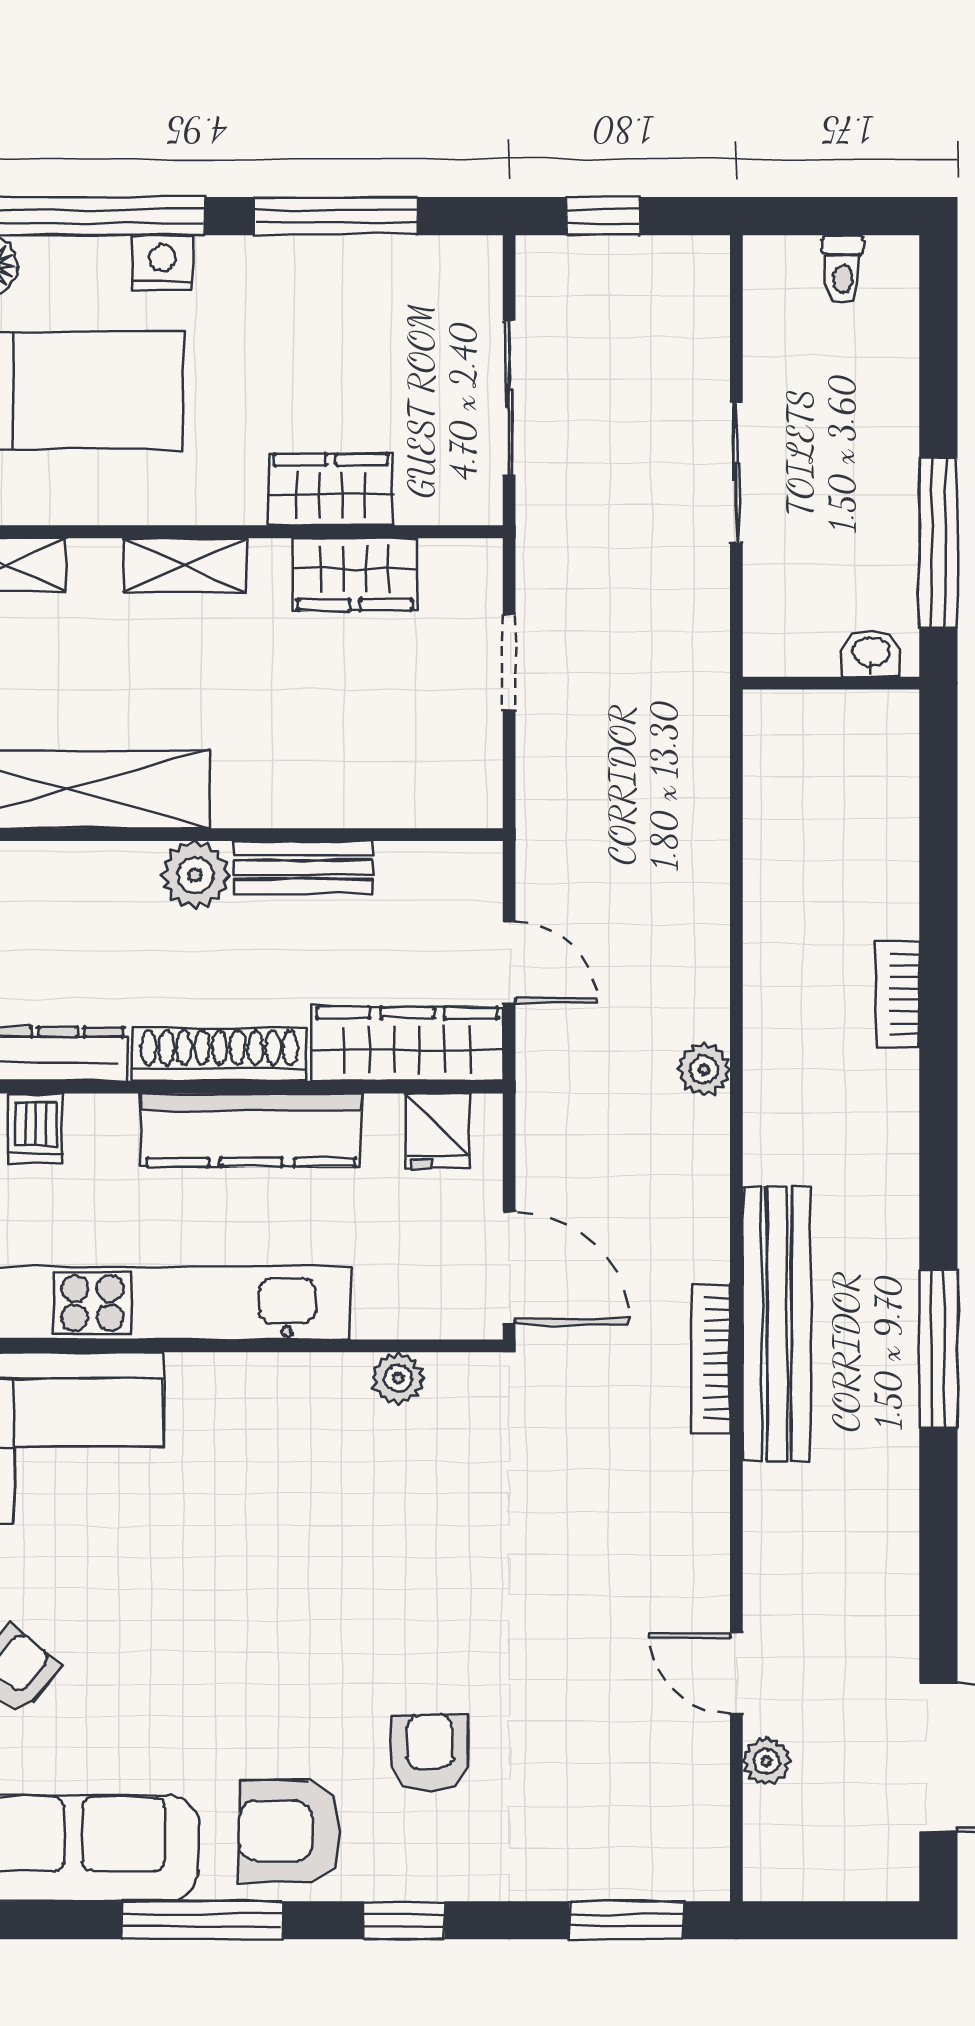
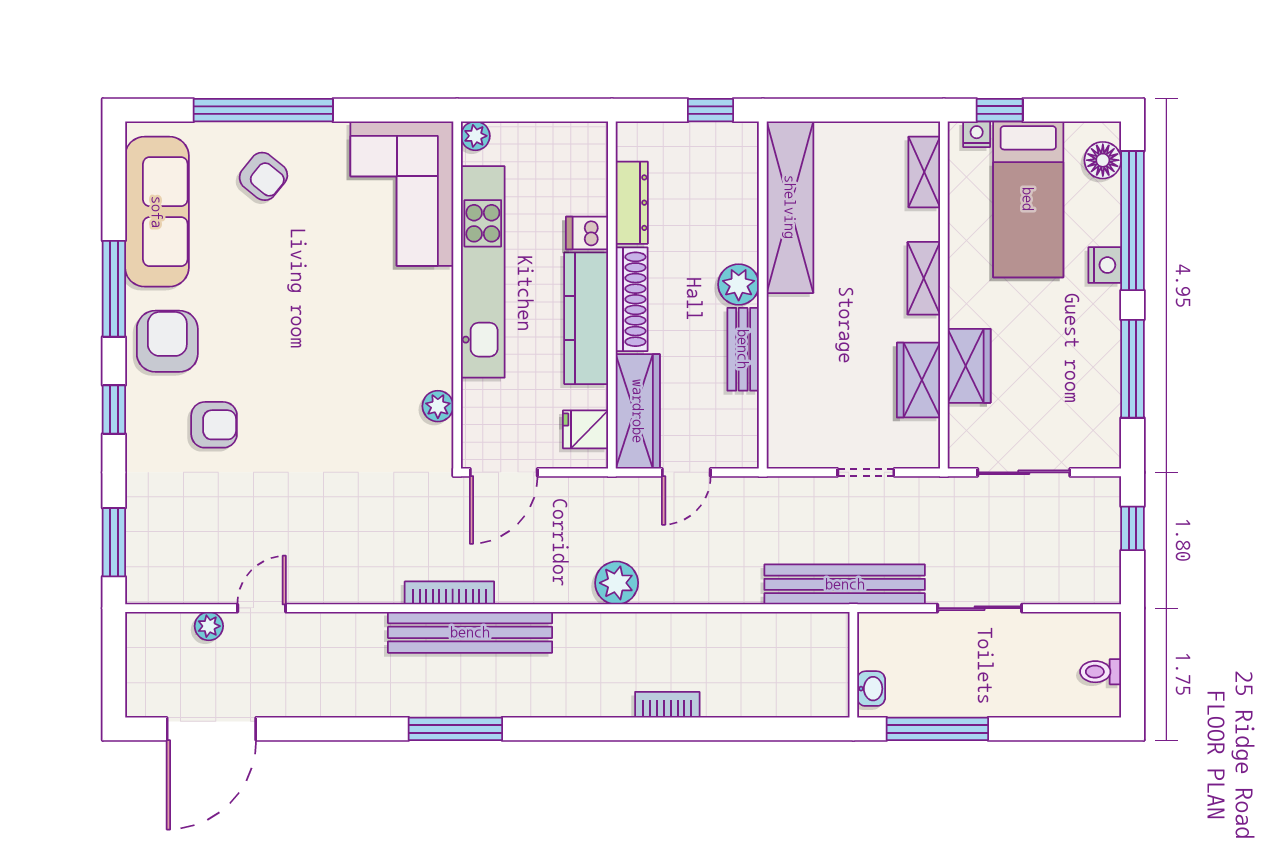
bench: (697, 698) -> (845, 584), added
plant: (704, 1069) -> (617, 583), width x1.38, depth x1.38
dishwasher: (36, 1129) -> (587, 233), moved

